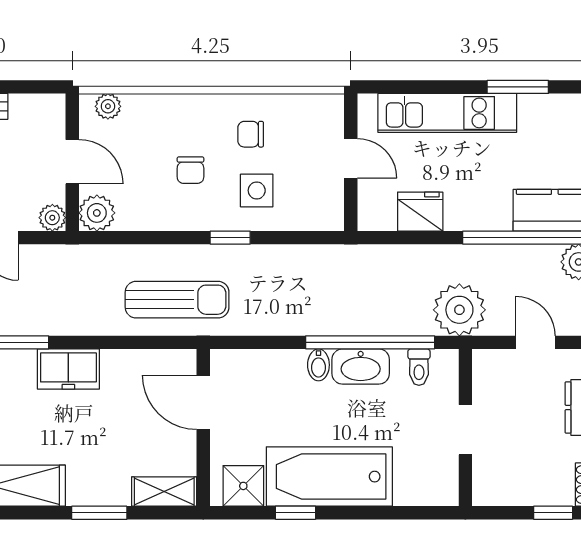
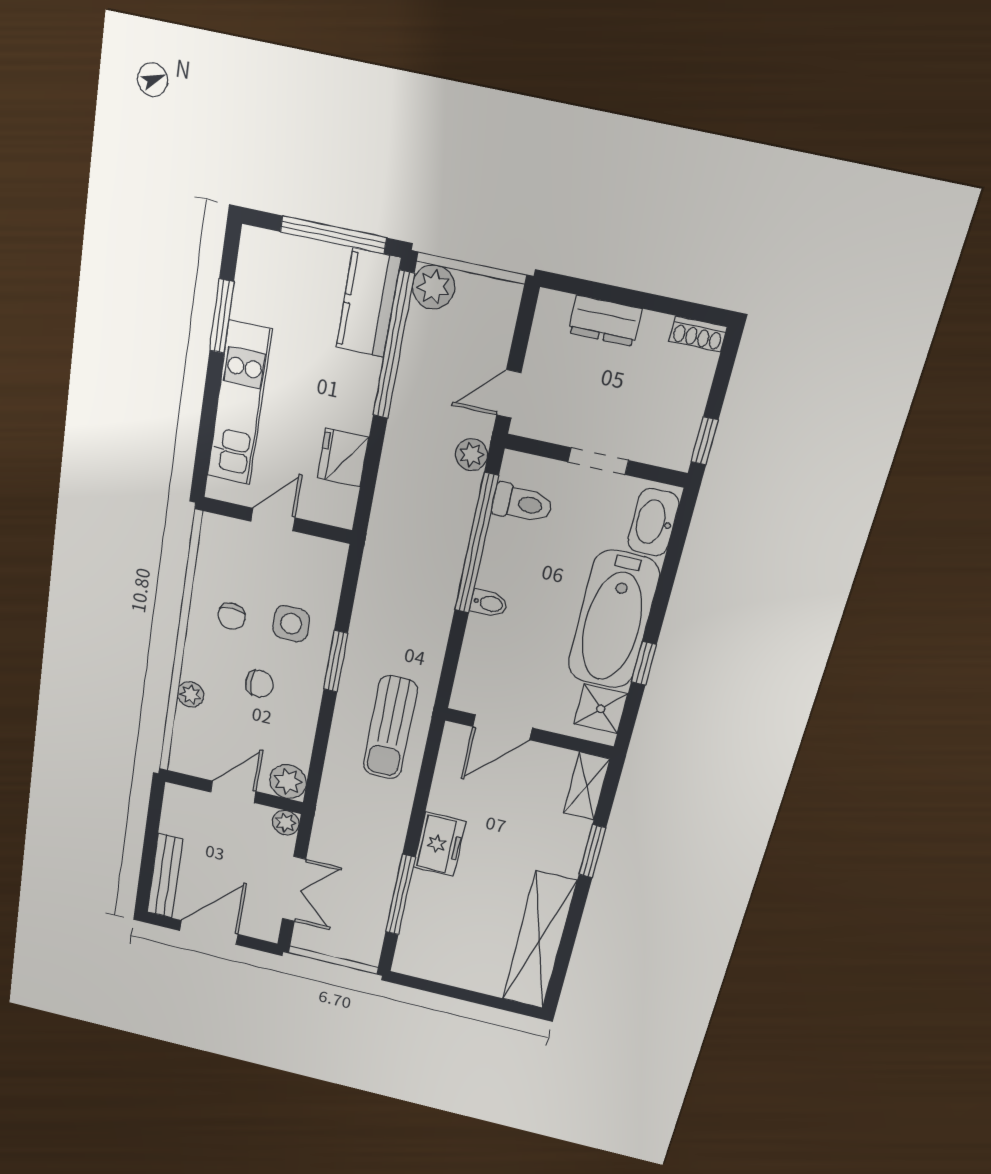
plant: (108, 106) -> (191, 694), moved
window: (230, 238) -> (336, 661), width x1.50
sun lounger: (177, 300) -> (390, 728), turned 180
plant: (459, 310) -> (472, 455), width x0.53, depth x0.53
door: (535, 342) -> (509, 394), moved
washbasin: (361, 367) -> (653, 522), moved, turned 180
toilet: (419, 367) -> (522, 503), width x1.37, depth x1.39
window: (553, 513) -> (705, 441), moved

